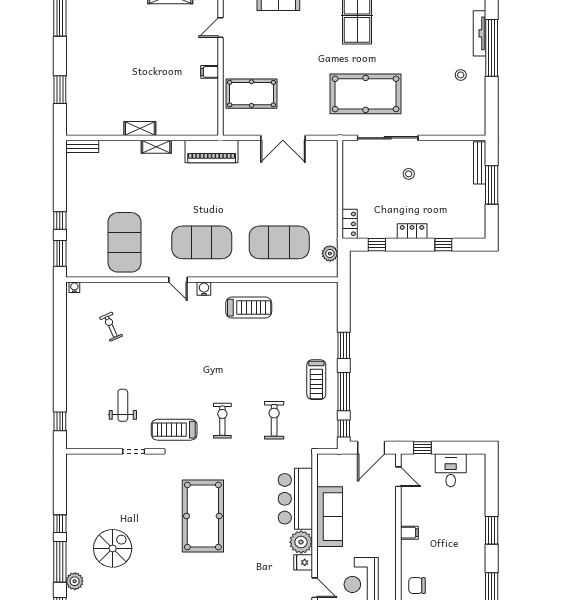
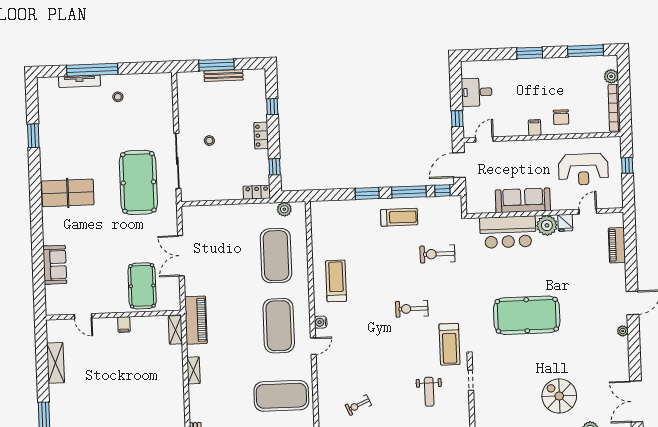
shelving: (140, 128) -> (175, 330), moved
double door: (283, 138) -> (181, 256), swing flipped
bench: (480, 163) -> (224, 76), moved
weight bench: (123, 405) -> (429, 392), turned -90
exercise bike: (222, 421) -> (412, 309), moved
door: (371, 448) -> (459, 165), swing flipped
chair: (417, 586) -> (561, 117), moved

